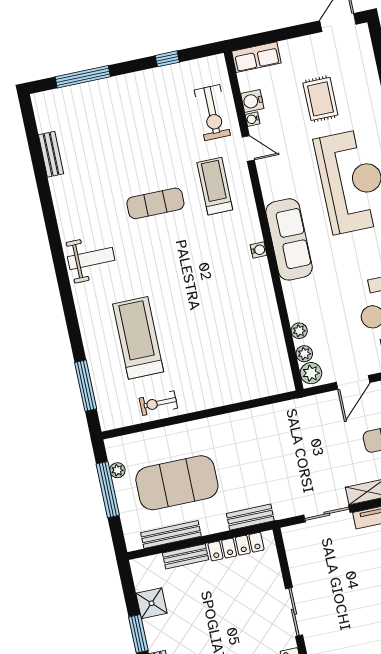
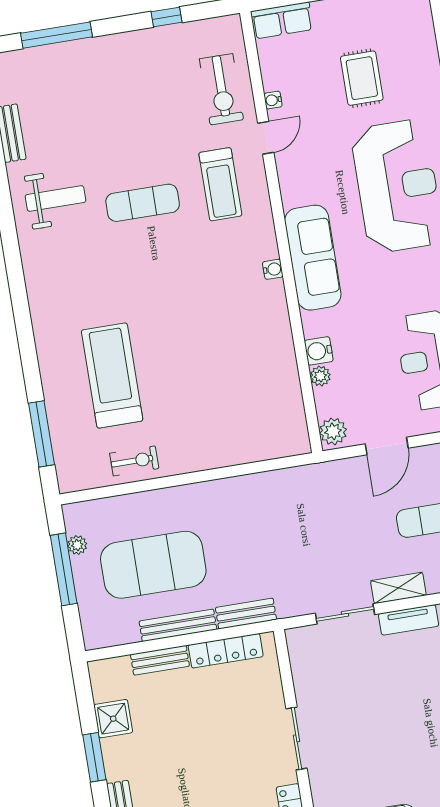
water cooler: (252, 101) -> (319, 351), moved
door: (248, 148) -> (266, 138), hinge flipped
treadmill: (215, 186) -> (220, 184), turned 180
weight bench: (91, 258) -> (55, 198), moved
plant: (304, 354) -> (326, 406), removed
exercise bike: (158, 403) -> (134, 461), turned 180
bench: (171, 534) -> (178, 625), moved

